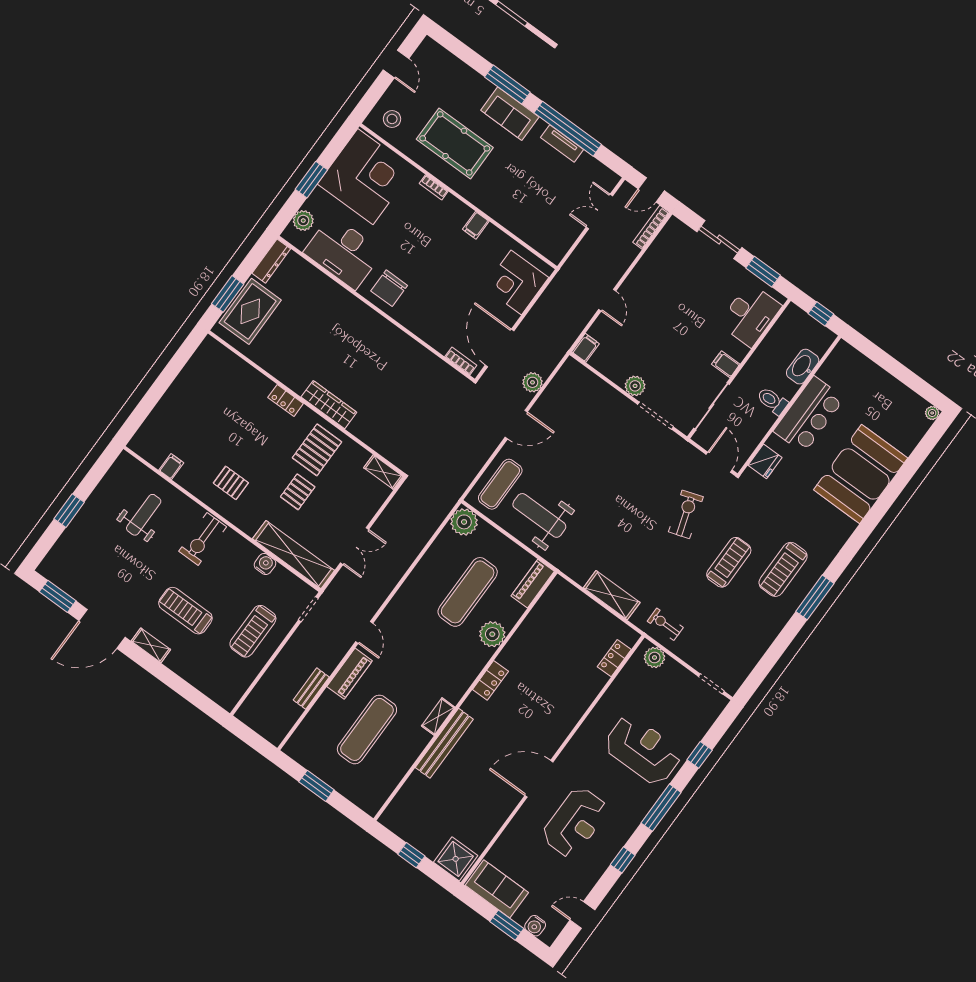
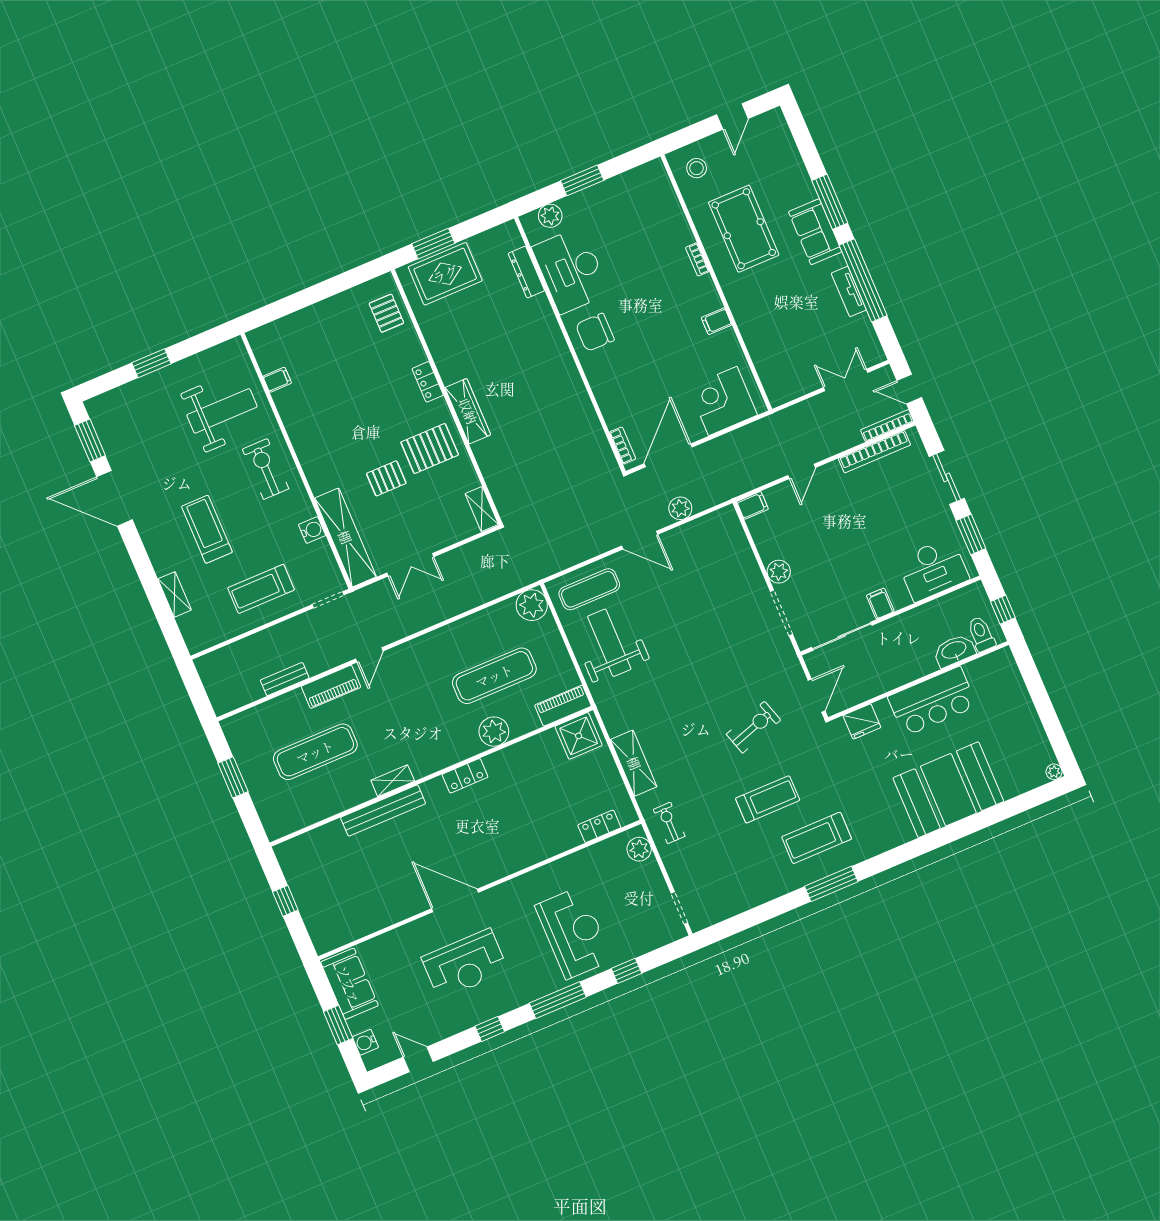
corner desk: (365, 177) -> (637, 209), removed
bookcase: (653, 253) -> (874, 452), added
dresser: (271, 261) -> (526, 272), moved, turned 90
toilet: (772, 401) -> (981, 634), moved
pallet: (231, 483) -> (386, 313), moved
weight bench: (144, 515) -> (222, 411), width x1.36, depth x1.33
exercise bike: (203, 539) -> (266, 469), turned 90
shelving: (151, 645) -> (175, 594), moved
shower: (456, 859) -> (579, 736), moved

